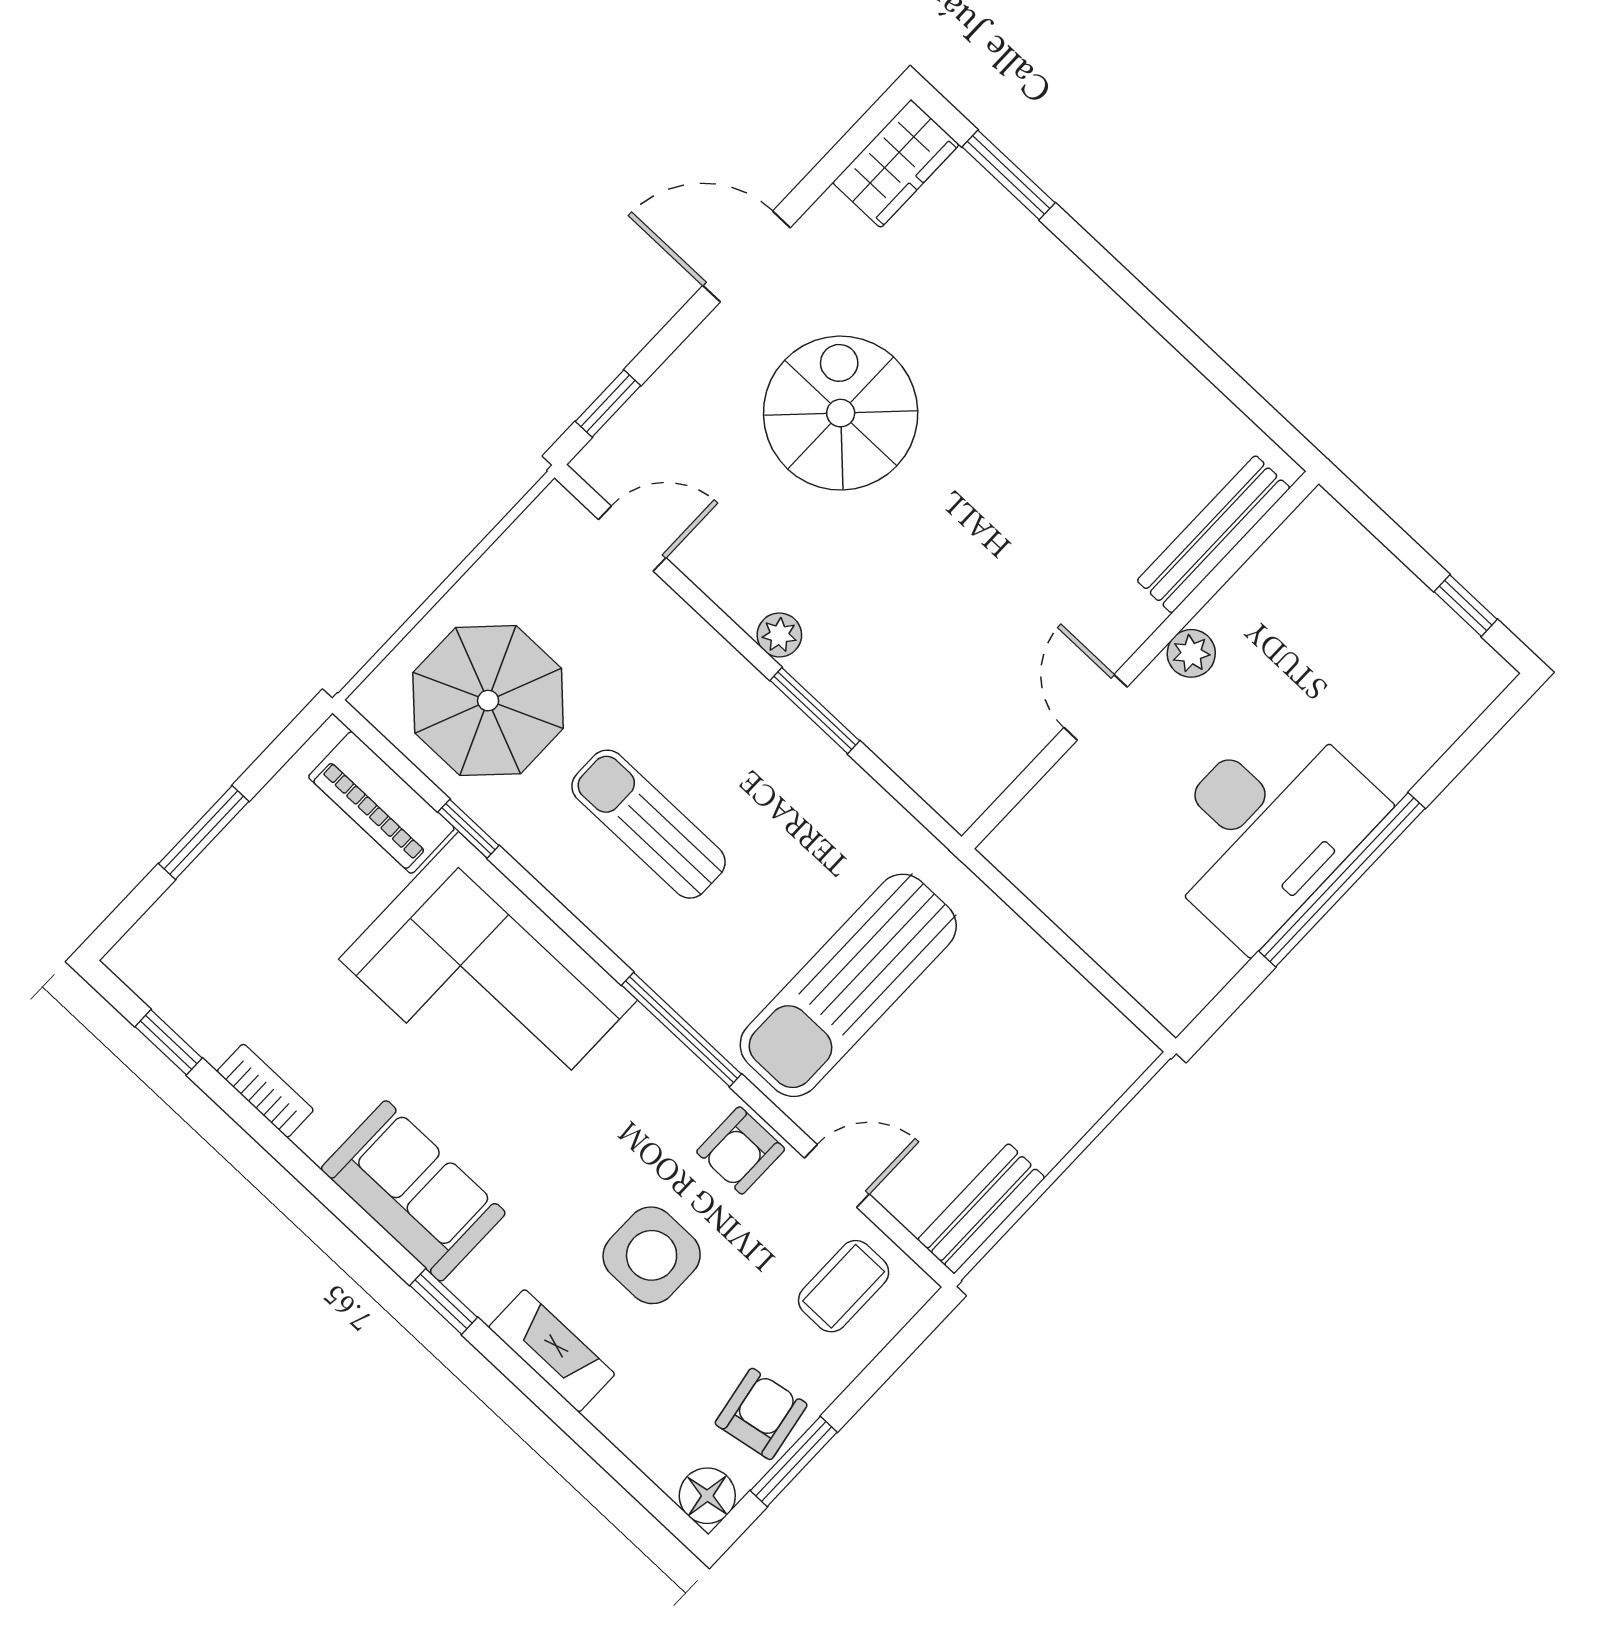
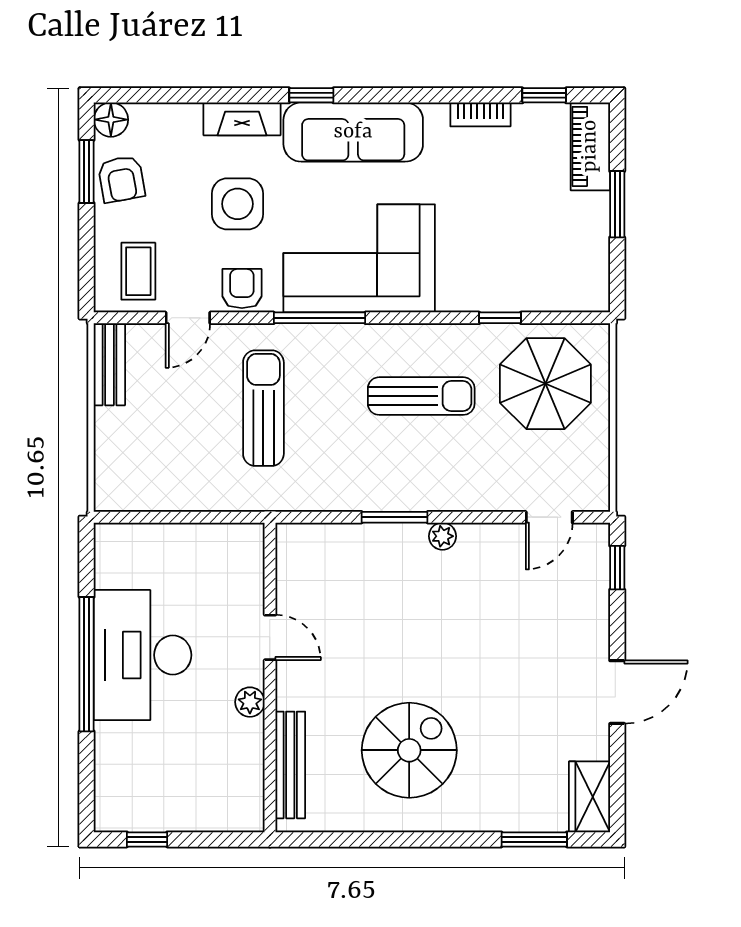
spiral stairs: (841, 413) -> (409, 750), moved, turned -90
piano: (381, 803) -> (590, 146), moved, turned -90
corner sofa: (488, 980) -> (359, 258), moved
sun lounger: (848, 985) -> (263, 408), width x0.73, depth x0.75
sofa: (413, 1191) -> (353, 132), width x1.36

